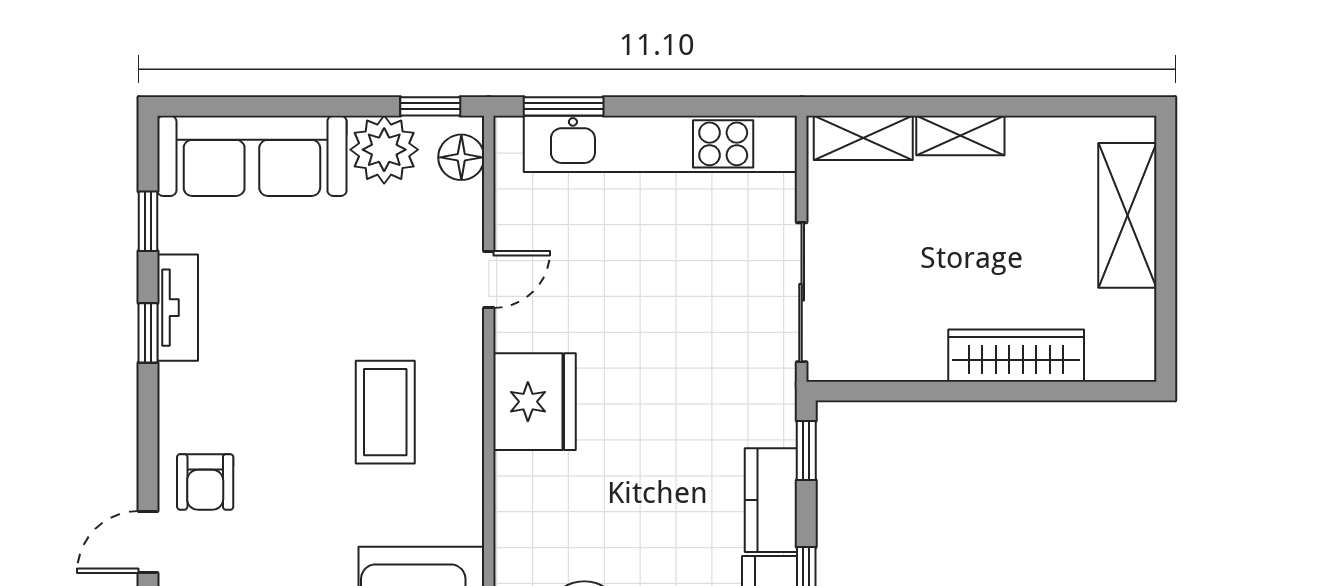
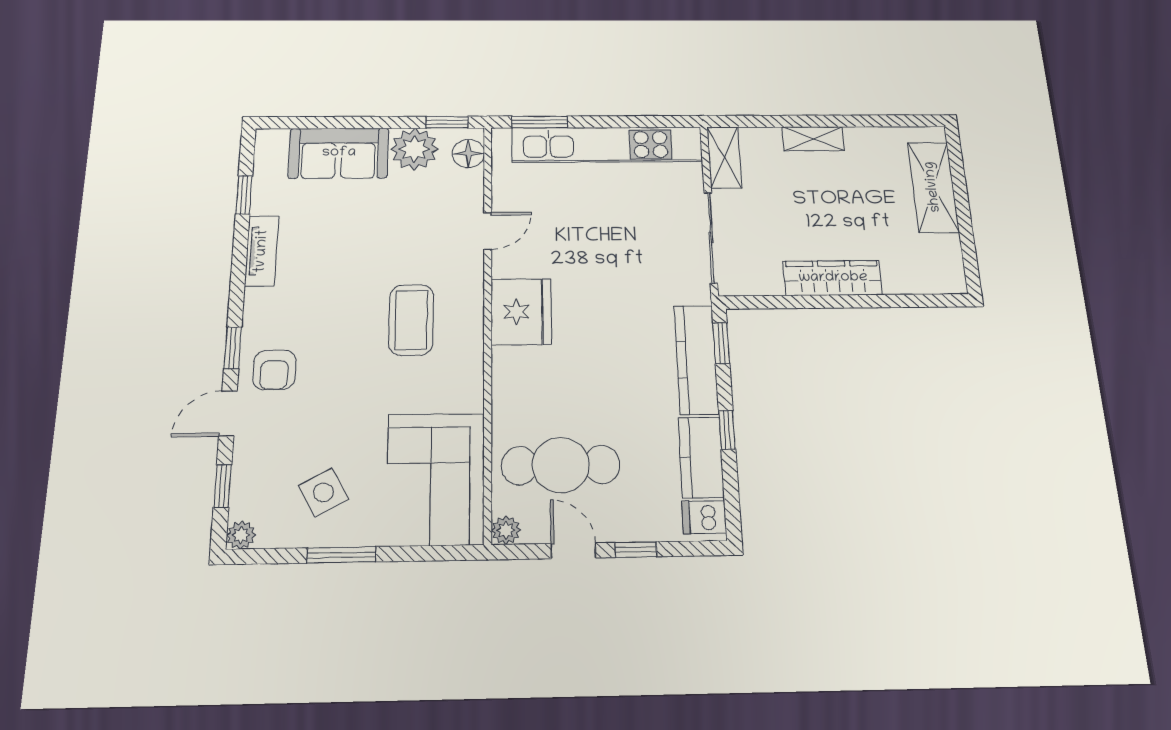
shelving: (863, 138) -> (724, 158), moved, turned 90
sofa: (252, 156) -> (339, 153), width x0.73
window: (148, 333) -> (233, 348), moved
wardrobe: (1016, 356) -> (833, 278), moved
kitchen counter: (771, 500) -> (696, 360), width x1.50

